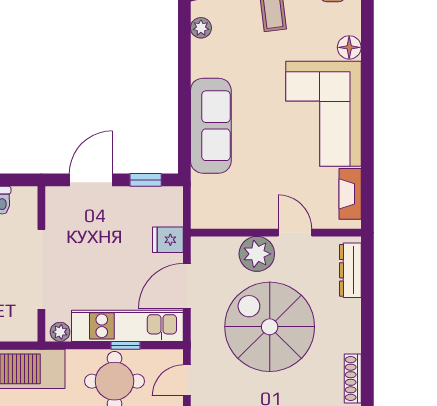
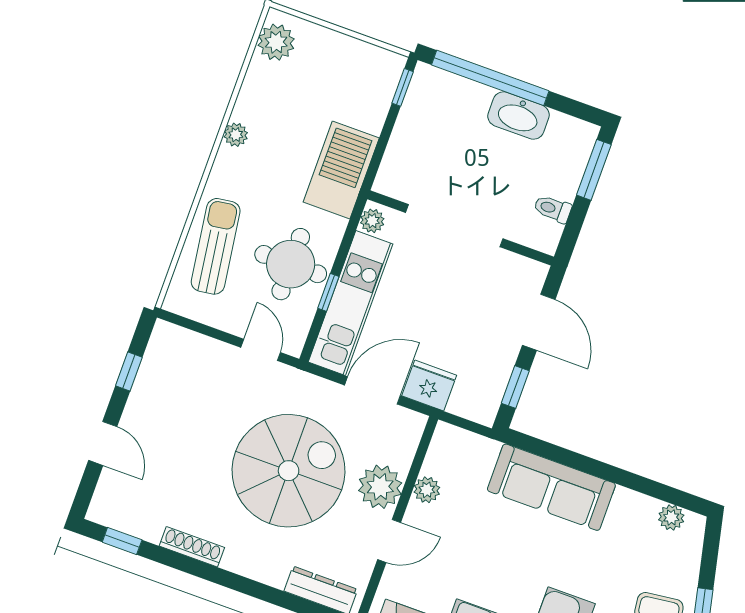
plant: (246, 218) -> (427, 490), added
fridge: (168, 240) -> (429, 386), width x1.38
door: (187, 286) -> (372, 390), hinge flipped

